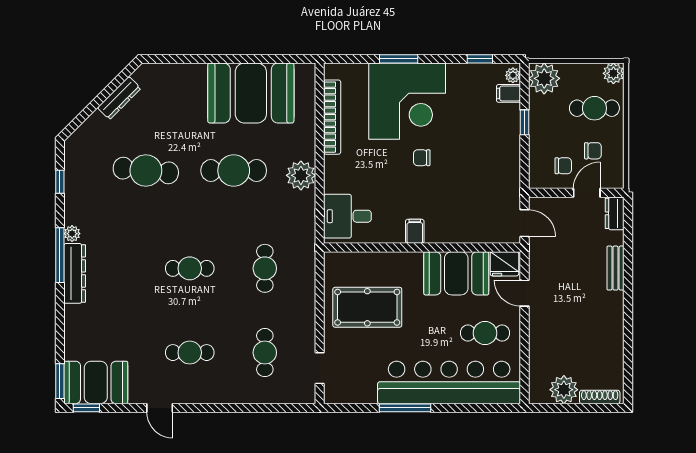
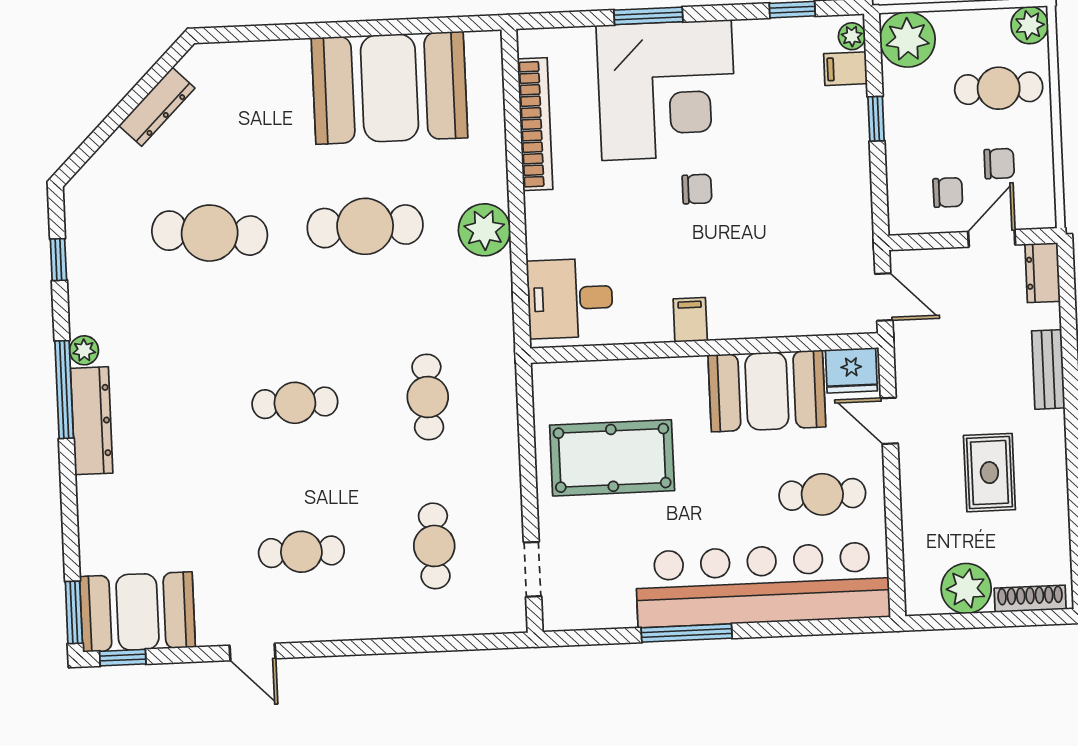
chair: (422, 158) -> (697, 189), turned 180
rug: (580, 325) -> (989, 473), added

